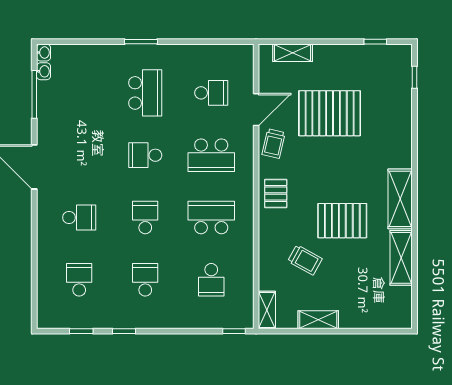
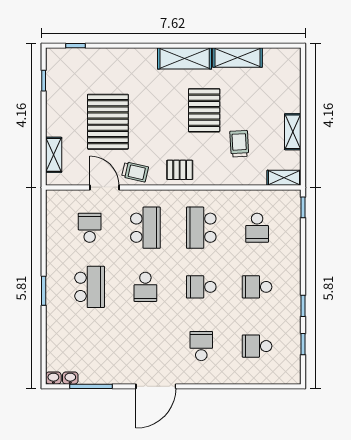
school desk: (145, 93) -> (90, 287), turned 90
trolley: (305, 260) -> (239, 144), turned -32
school desk: (211, 280) -> (257, 228), turned 90

